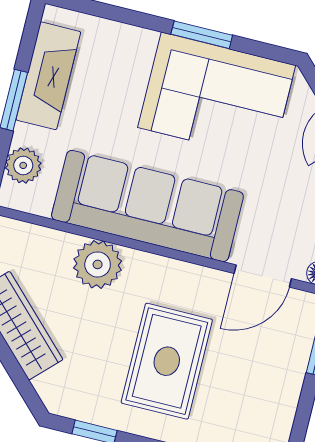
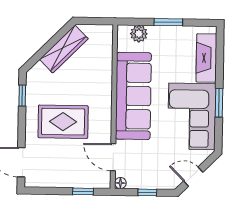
fireplace: (48, 76) -> (206, 58), moved, turned 90
plant: (98, 264) -> (101, 79), removed

